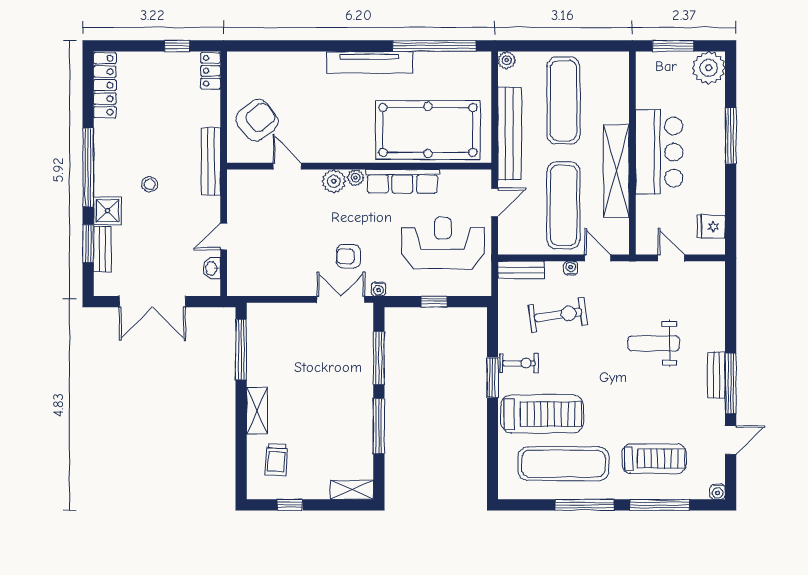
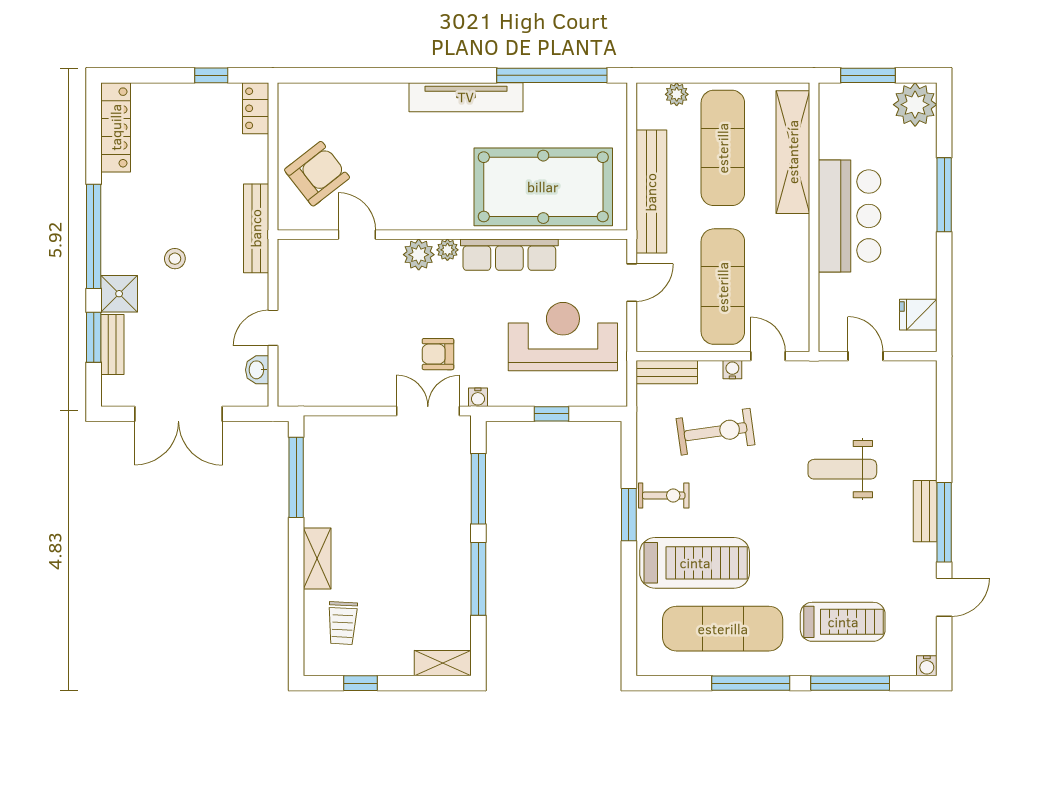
plant: (507, 60) -> (677, 94), moved
shelving: (616, 171) -> (793, 152), moved

